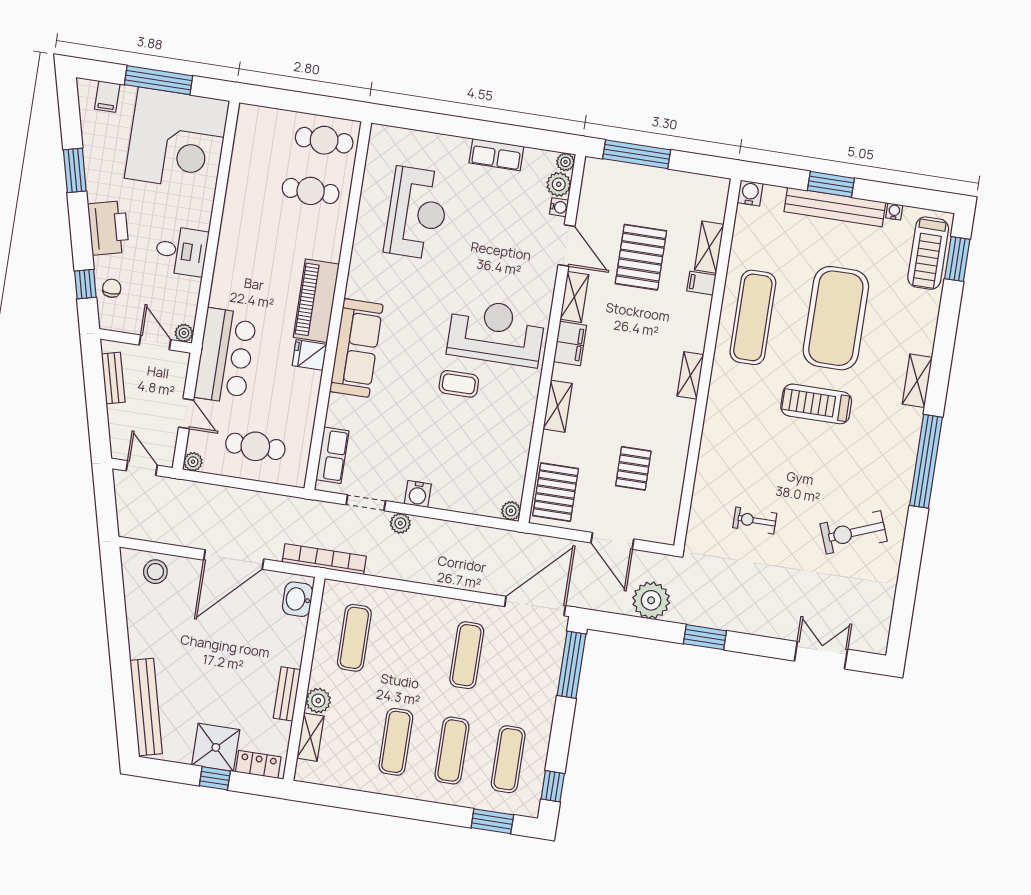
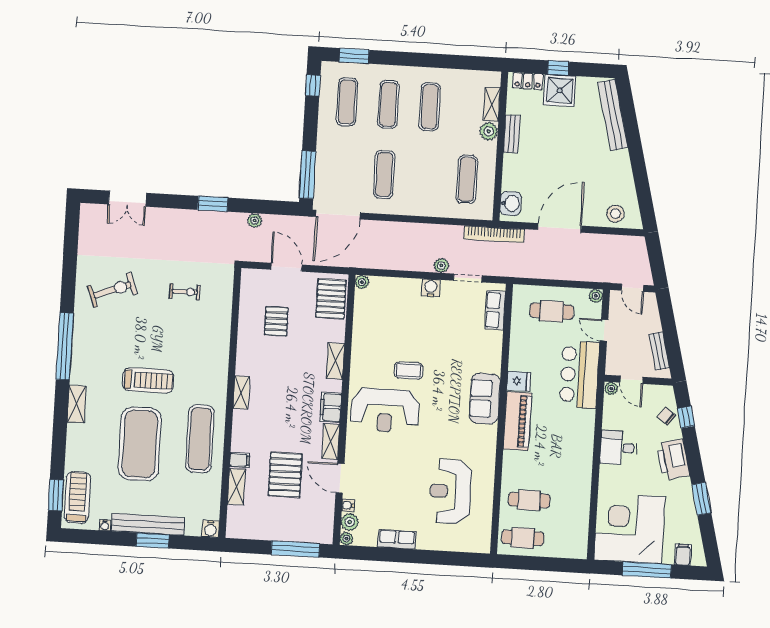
chair: (112, 288) -> (667, 416), turned 126
sofa: (356, 348) -> (485, 399), width x0.73
plant: (651, 600) -> (255, 220), width x0.53, depth x0.53

